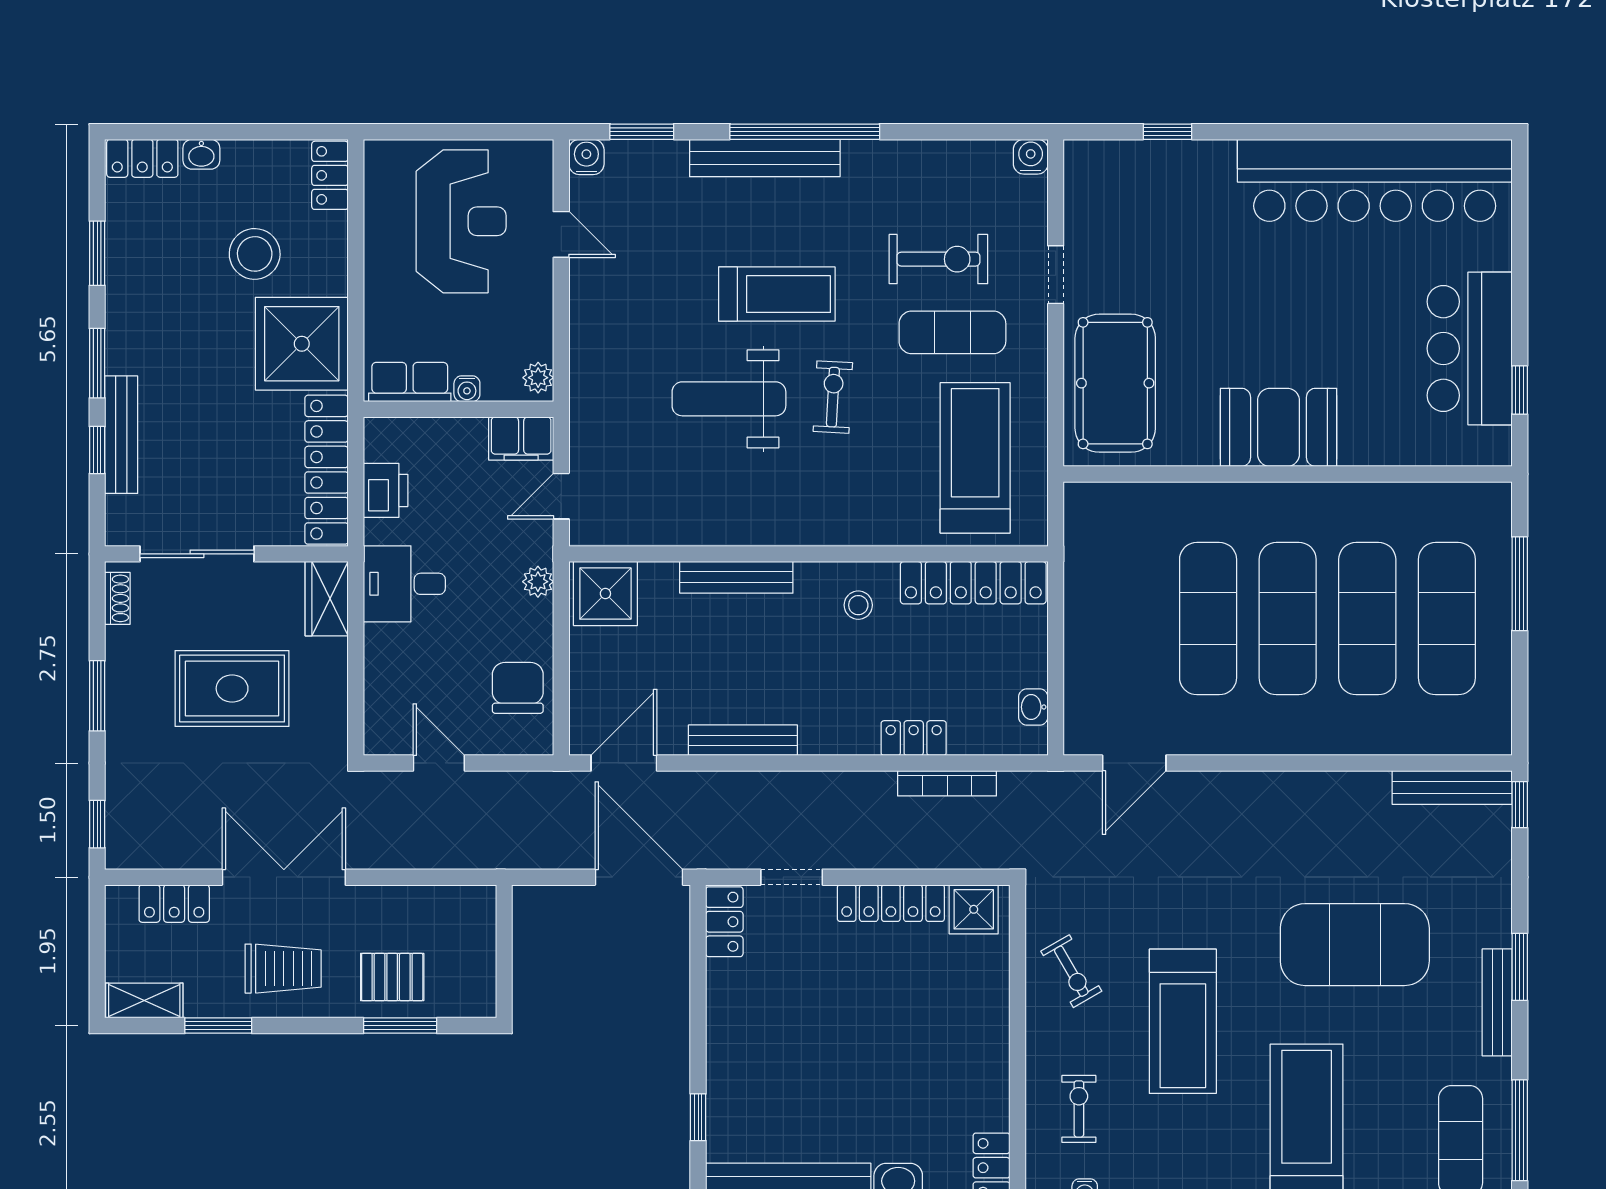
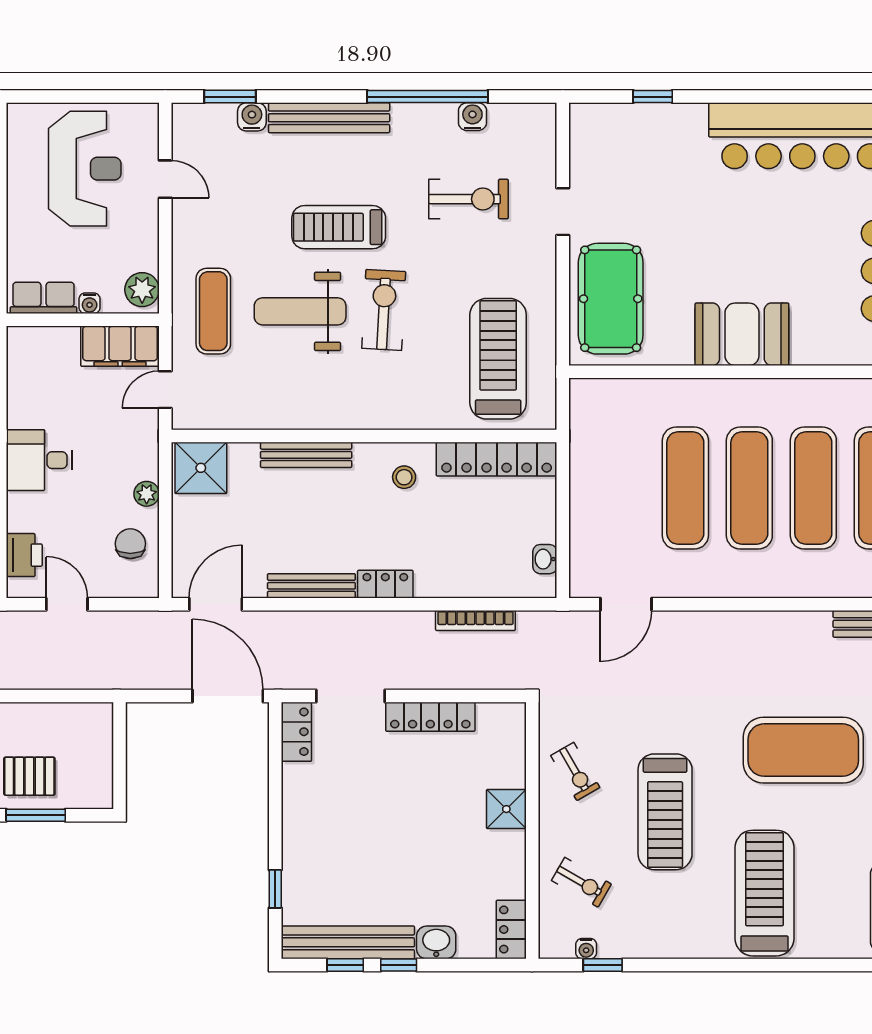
window: (805, 132) -> (427, 97), moved
water cooler: (586, 157) -> (252, 117), moved
water cooler: (1031, 157) -> (472, 117), moved
treadmill: (777, 294) -> (339, 227), turned 180
exercise mat: (952, 332) -> (213, 311), moved, turned 90
plant: (538, 378) -> (142, 290), width x1.38, depth x1.38
exercise bike: (833, 397) -> (384, 310), width x1.38, depth x1.39
filing cabinet: (521, 439) -> (120, 346), width x1.50, depth x1.17
printer: (386, 490) -> (24, 555), moved
plant: (538, 582) -> (147, 494), moved
chair: (518, 688) -> (130, 544), width x0.73, depth x0.73
locker: (914, 738) -> (385, 584), moved
doorway: (792, 877) -> (351, 696), width x1.38
shower: (974, 909) -> (506, 809), moved
exercise bike: (1079, 1109) -> (581, 882), turned 120

